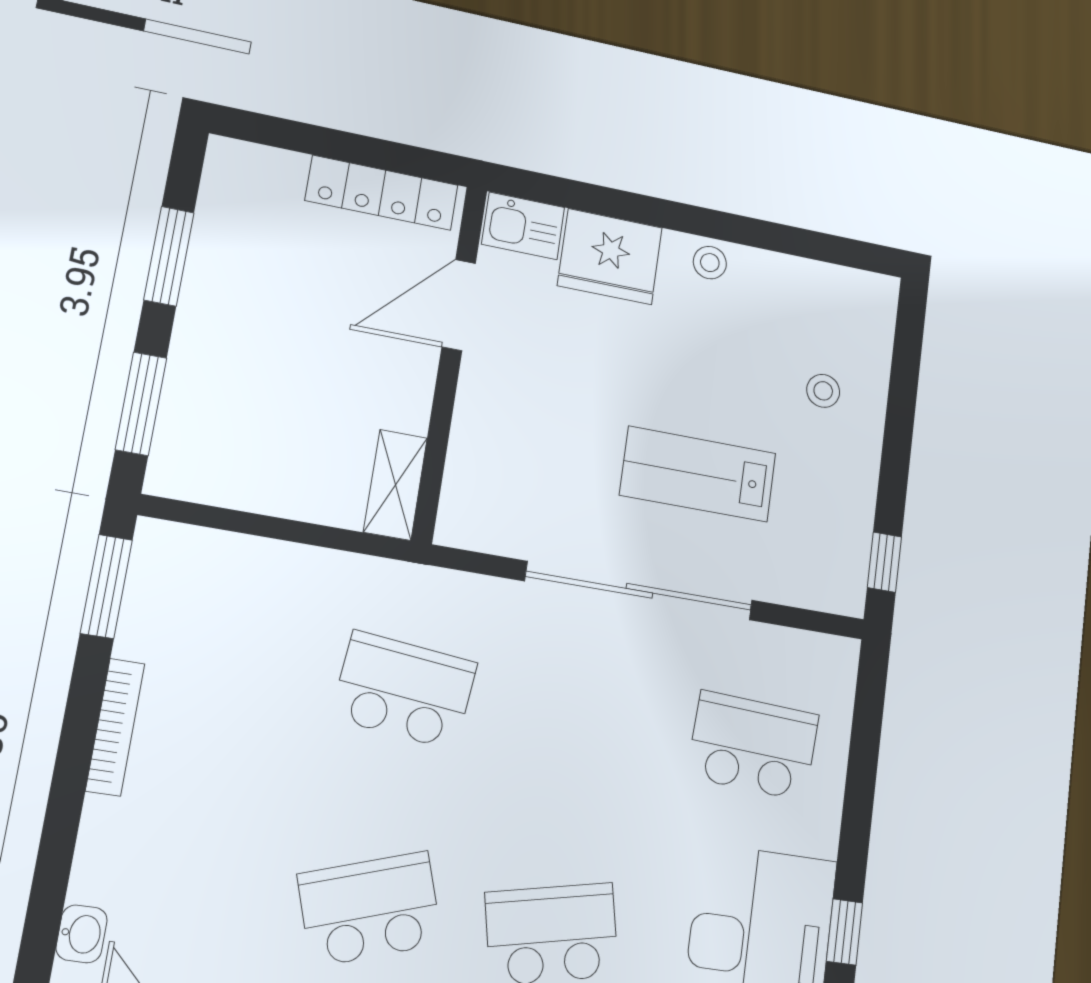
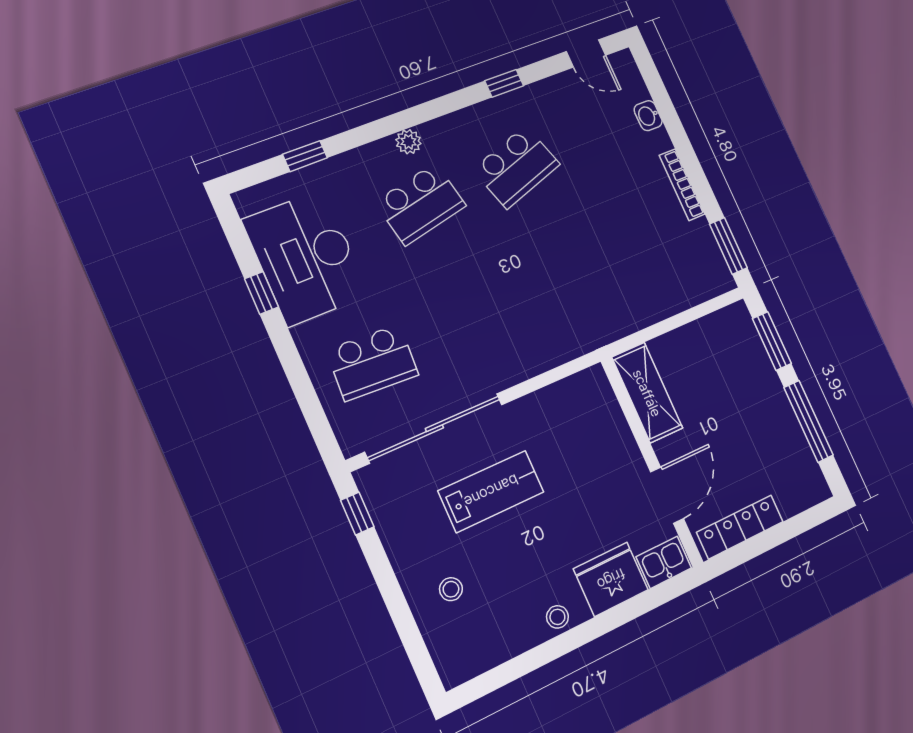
window: (169, 256) -> (808, 421), width x1.44
shelving: (395, 485) -> (647, 393), width x1.50, depth x1.33
sliding door: (639, 591) -> (434, 428), moved
school desk: (404, 690) -> (567, 281), removed
washbasin: (82, 934) -> (648, 116), moved

